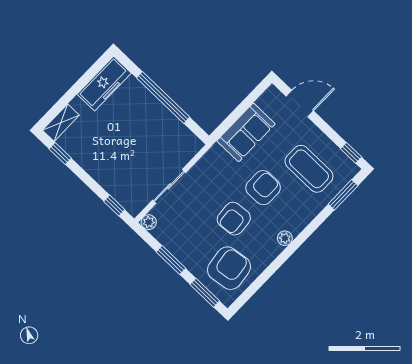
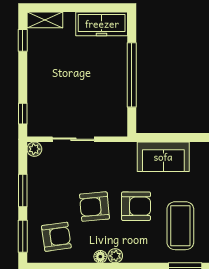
floor lamp: (275, 250) -> (100, 257), added
armchair: (229, 268) -> (56, 237), width x0.73, depth x0.73

